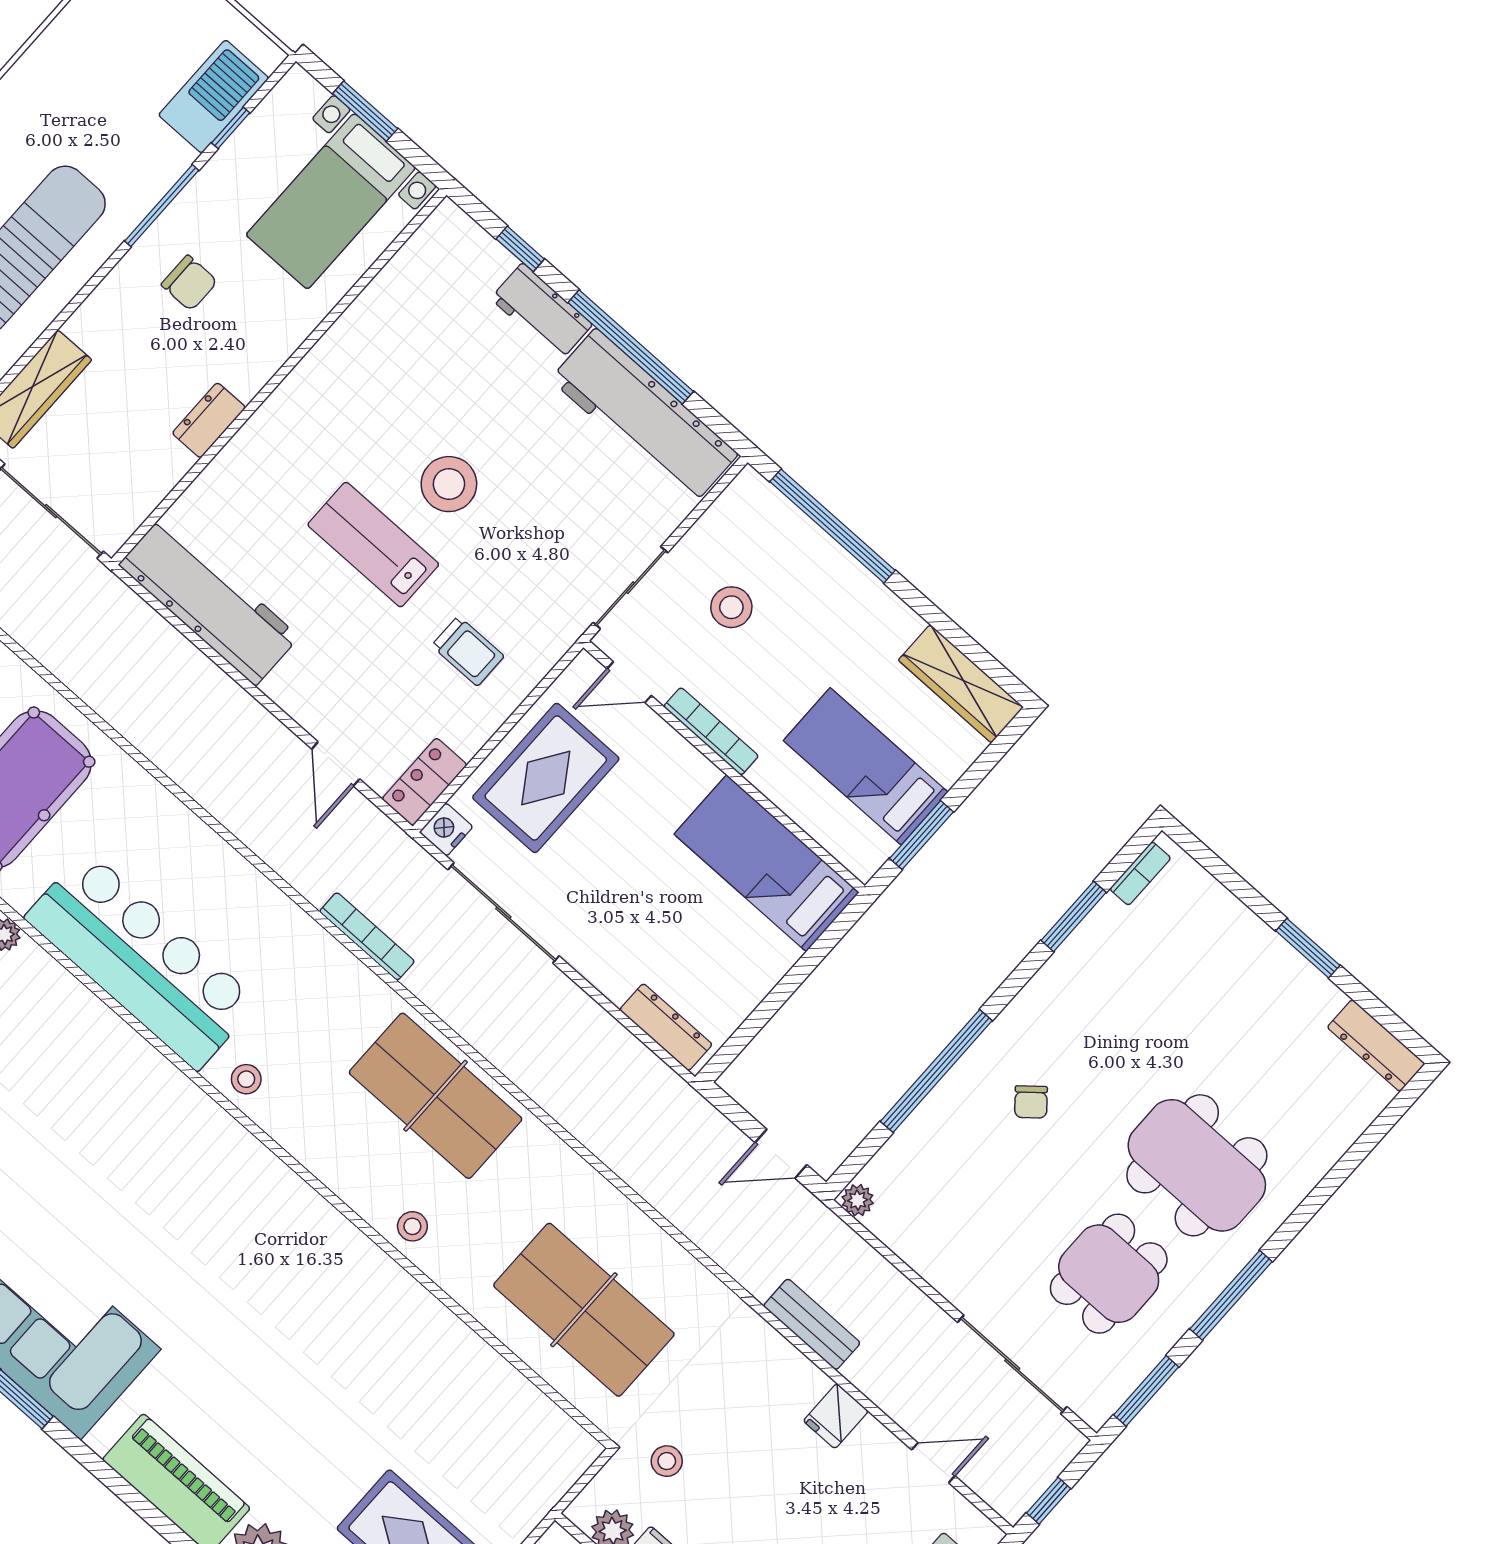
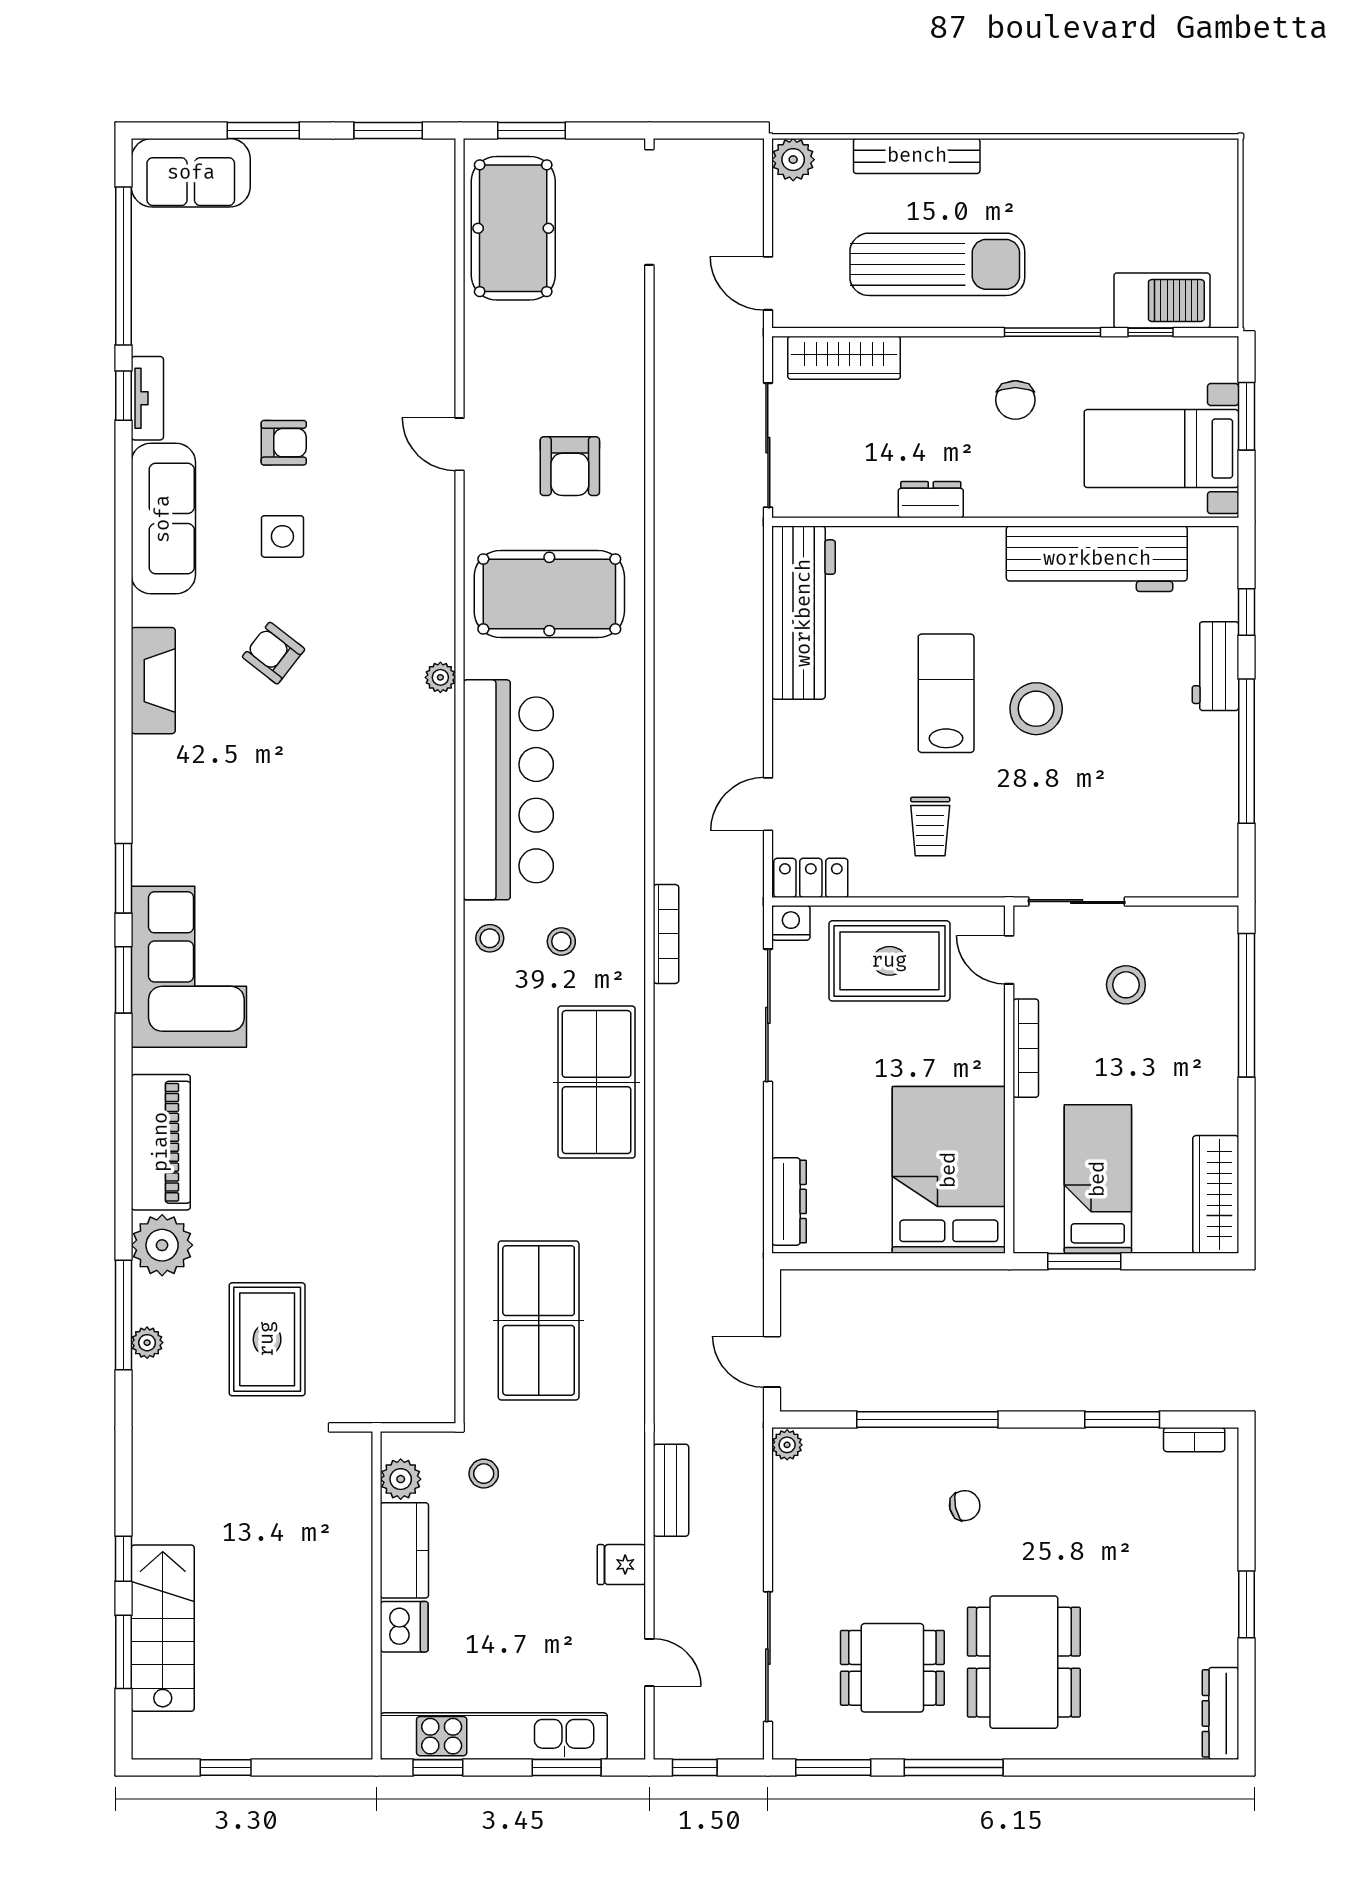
workbench: (644, 417) -> (1097, 559), moved, turned -90
bed: (767, 863) -> (949, 1170), width x1.50
chair: (1031, 1102) -> (965, 1506), turned -153
stool: (412, 1226) -> (561, 942), moved

